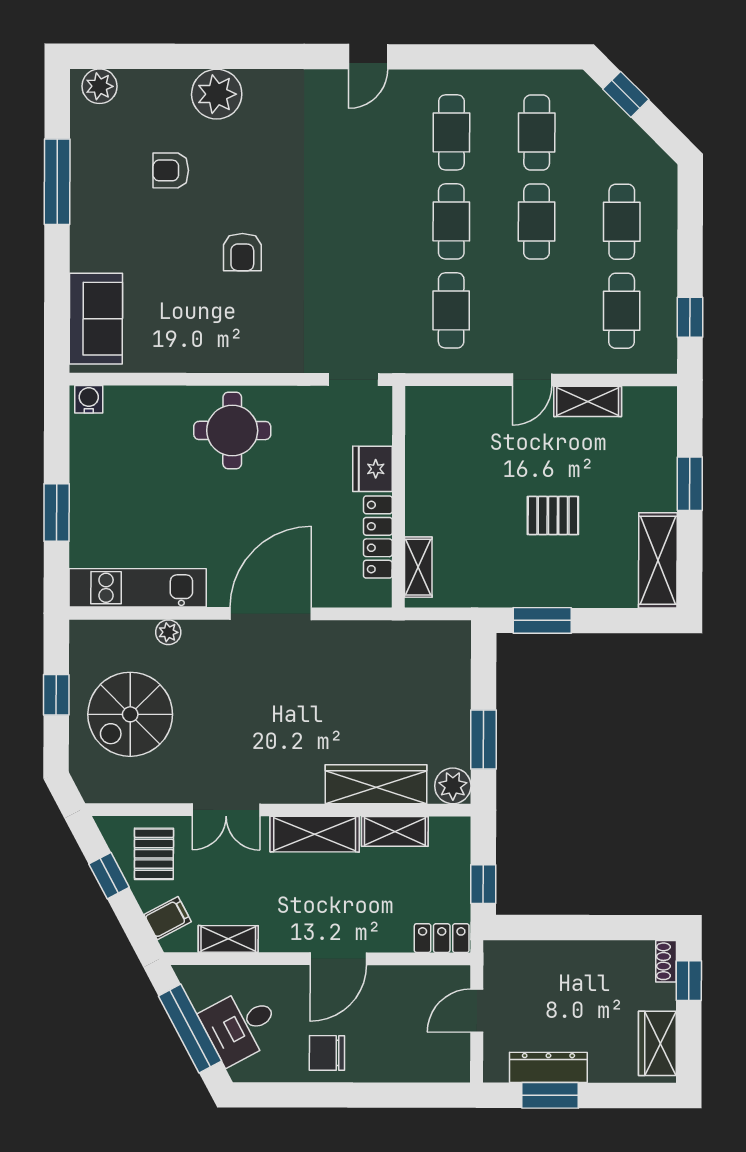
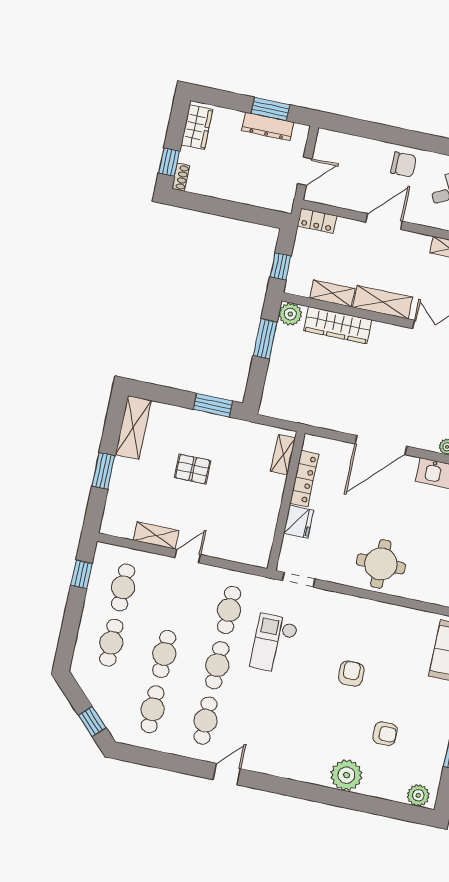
door: (368, 57) -> (227, 774), moved
checkout: (371, 273) -> (274, 644), added
window: (483, 884) -> (281, 266), moved

